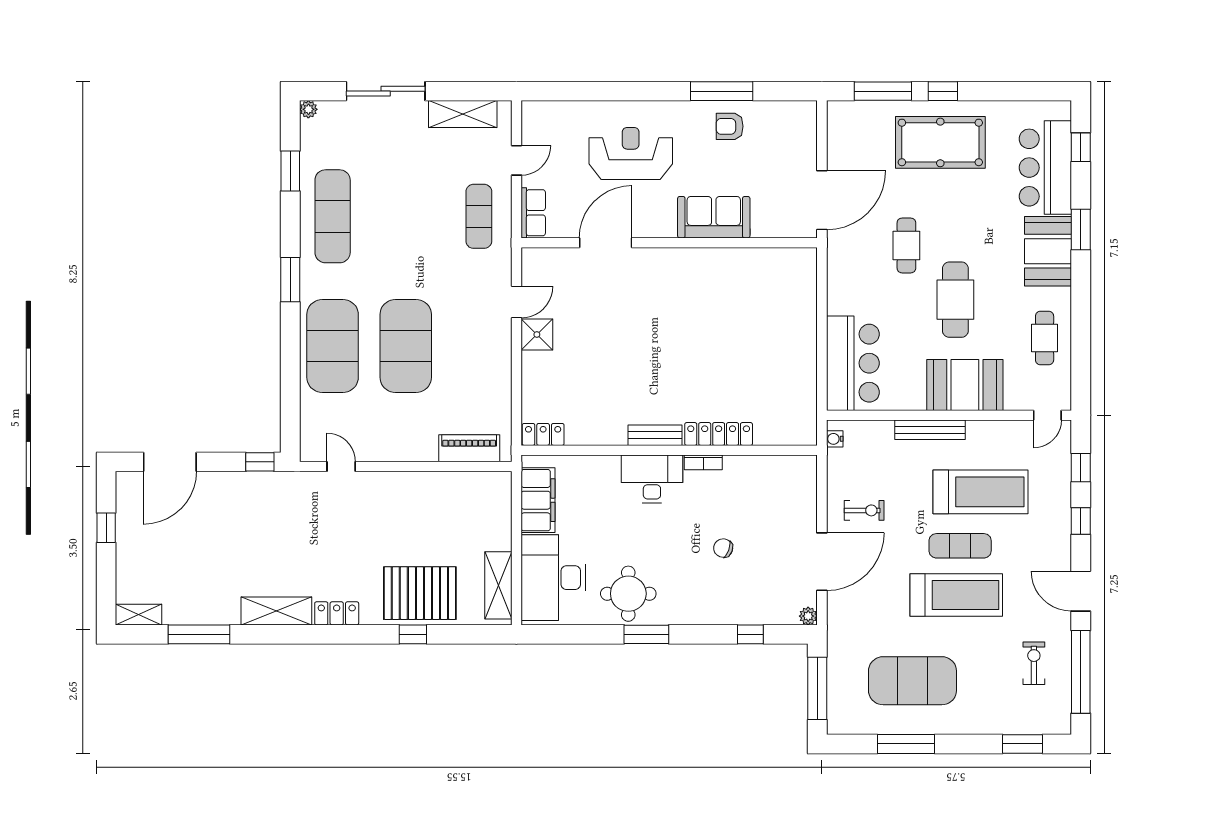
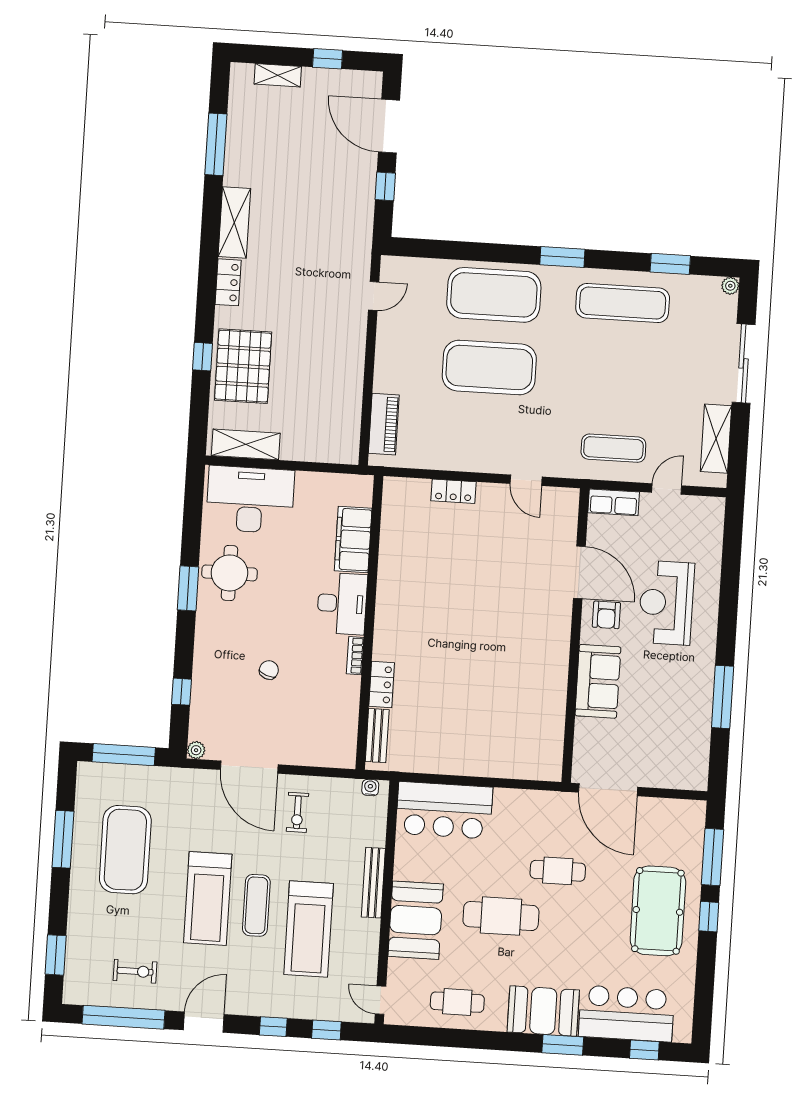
armchair: (730, 126) -> (606, 615), moved, turned 180
reception desk: (631, 153) -> (666, 603), turned 180
door: (516, 160) -> (667, 489), swing flipped
shower: (537, 334) -> (492, 498), removed
locker: (543, 434) -> (453, 491), moved, turned 90
locker: (719, 434) -> (382, 684), width x0.66
bench: (655, 435) -> (377, 736), moved
window: (260, 462) -> (385, 186), moved
filing cabinet: (538, 500) -> (353, 539), moved, turned 90
shelving: (139, 615) -> (278, 75), moved, turned 90

